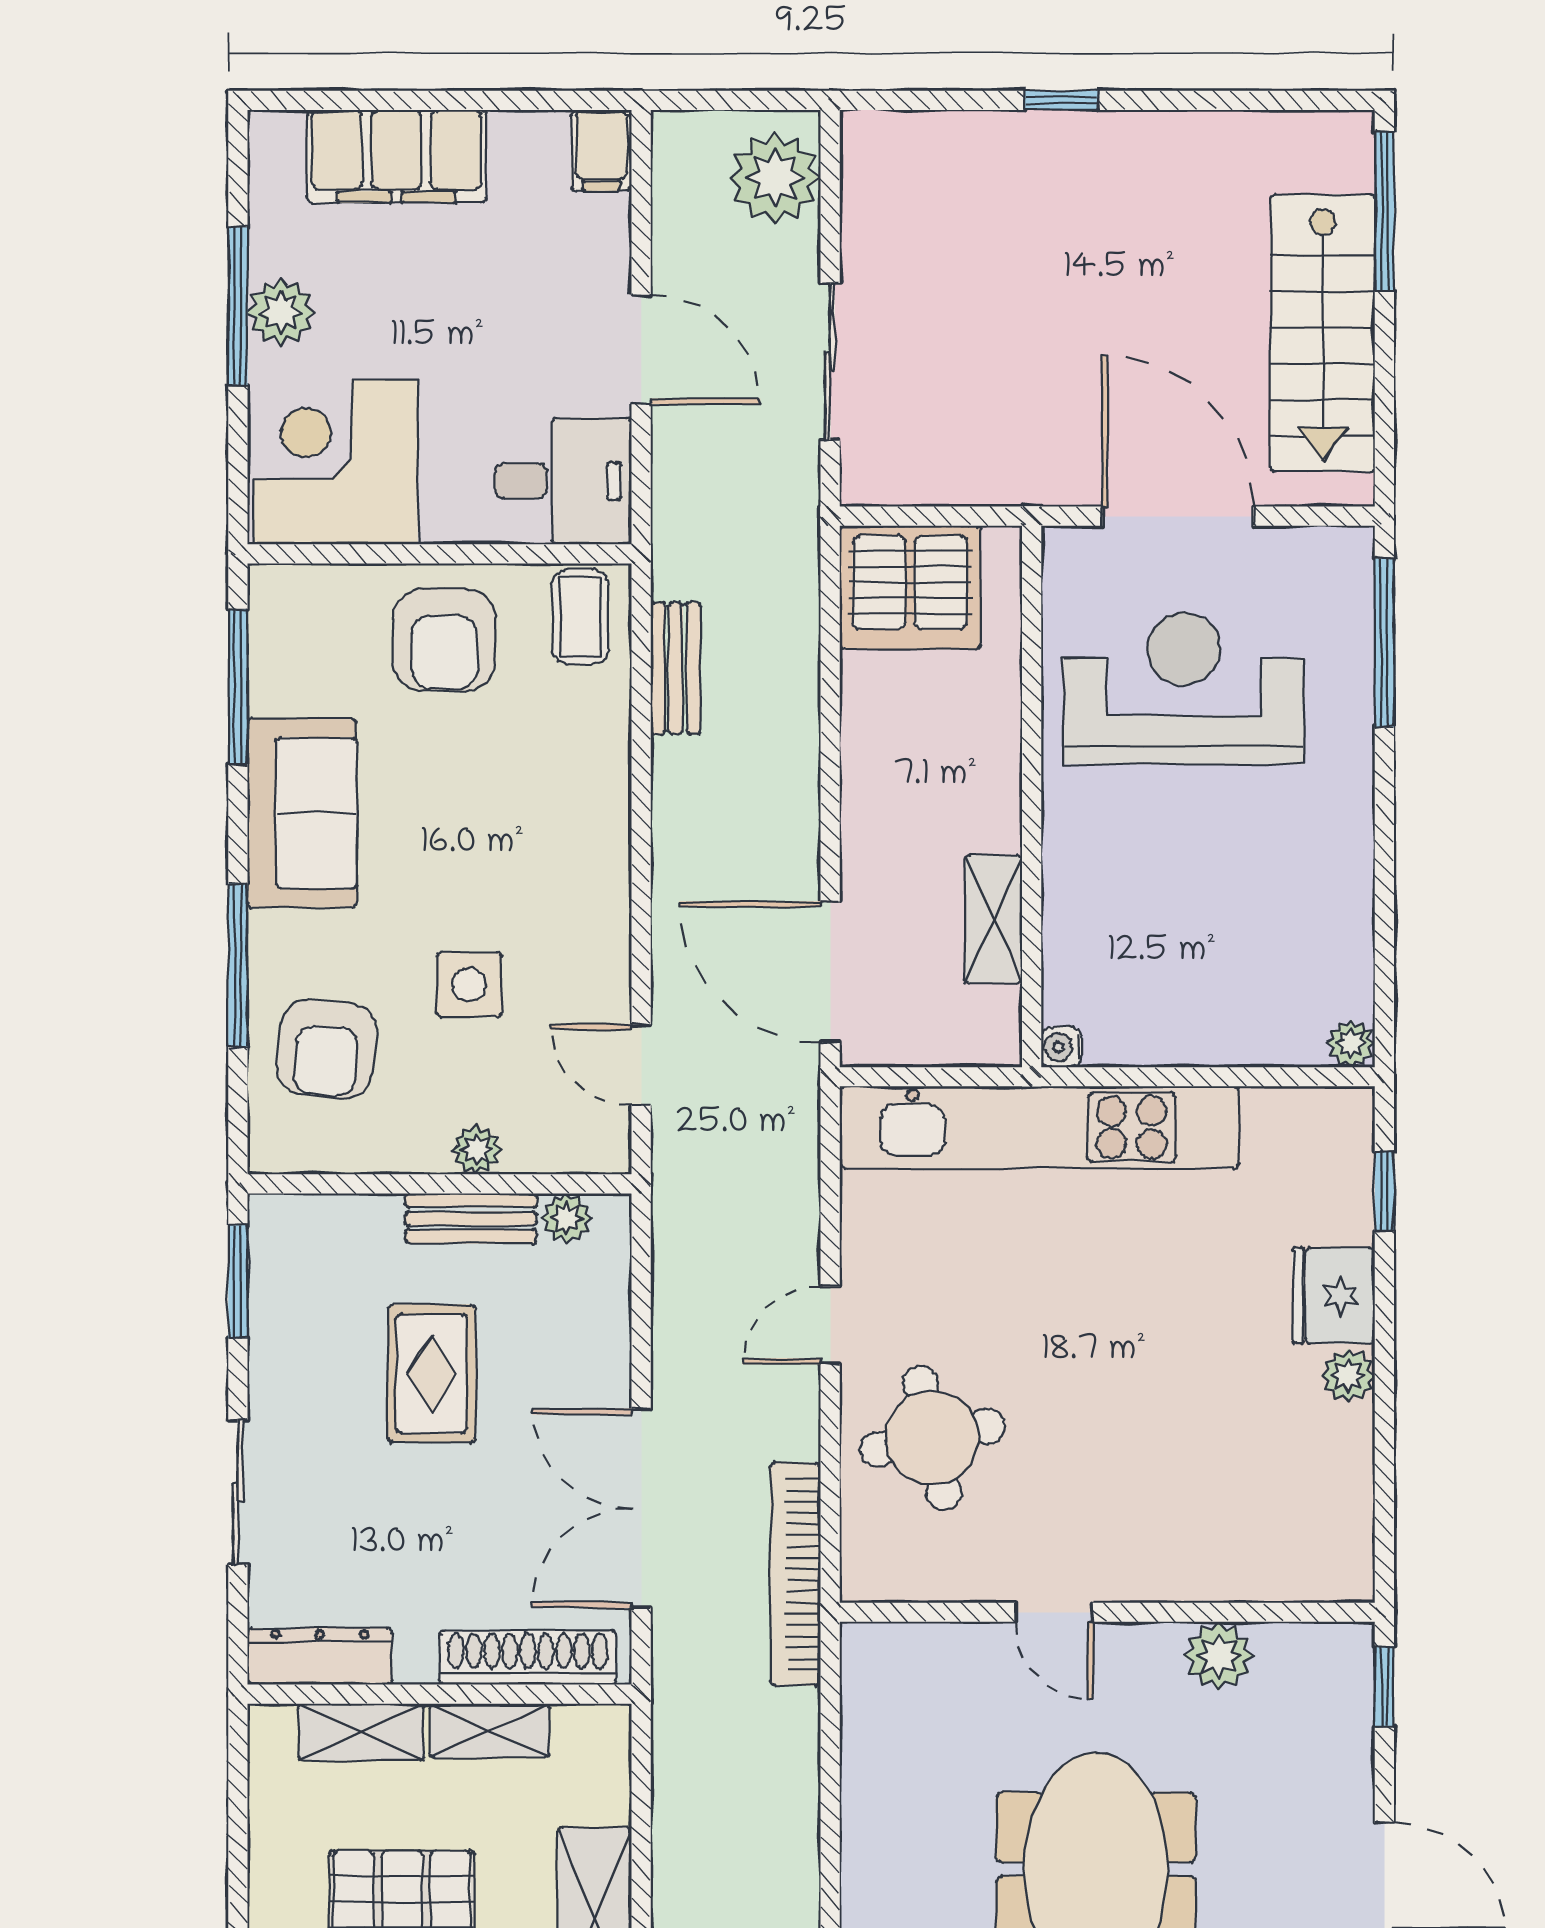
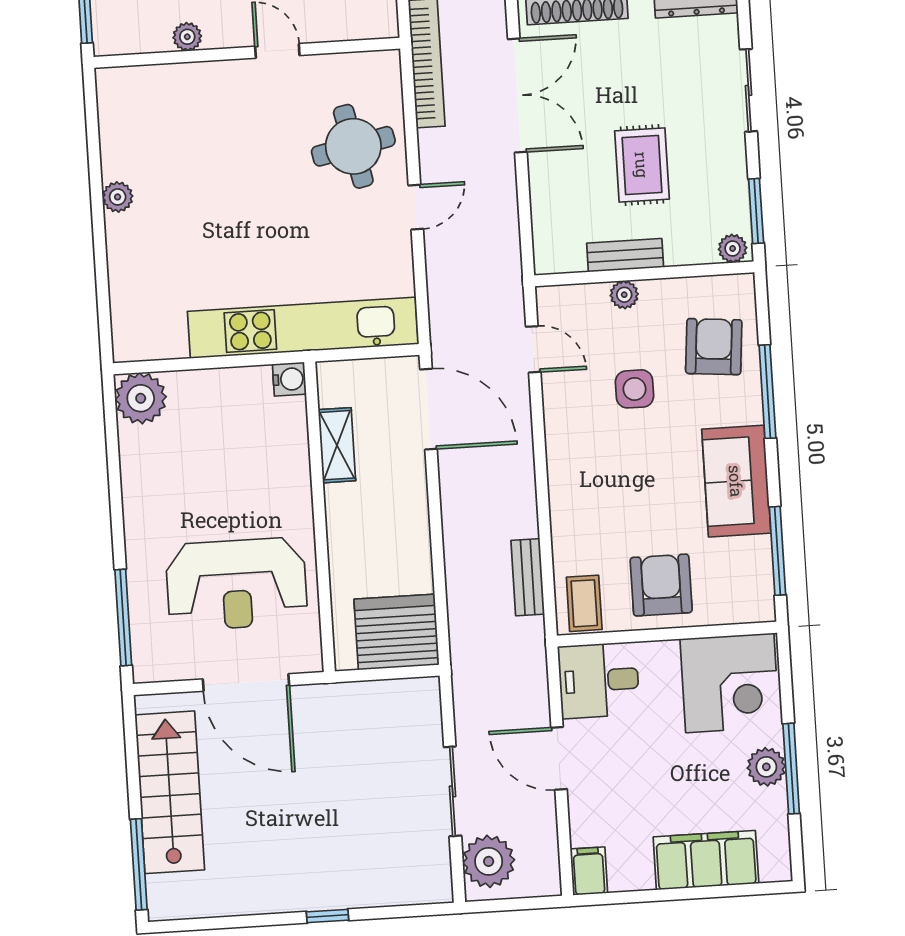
sliding door: (830, 361) -> (453, 791), moved
plant: (1351, 1043) -> (141, 398), width x1.87, depth x1.87
water cooler: (1061, 1047) -> (289, 379), width x1.38, depth x1.38
window: (1384, 1191) -> (103, 304), removed
plant: (567, 1218) -> (733, 248), moved
fridge: (1334, 1296) -> (129, 242), removed
plant: (1219, 1656) -> (187, 37), width x0.73, depth x0.73

